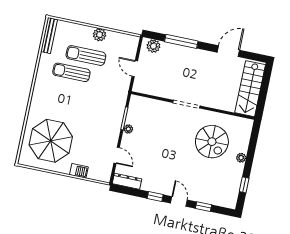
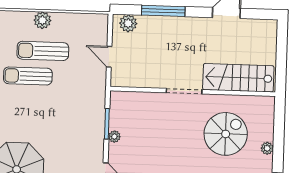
plant: (100, 35) -> (42, 20), moved
stairs: (250, 89) -> (238, 78), moved, turned 90
spiral stairs: (212, 142) -> (226, 134), turned -90

